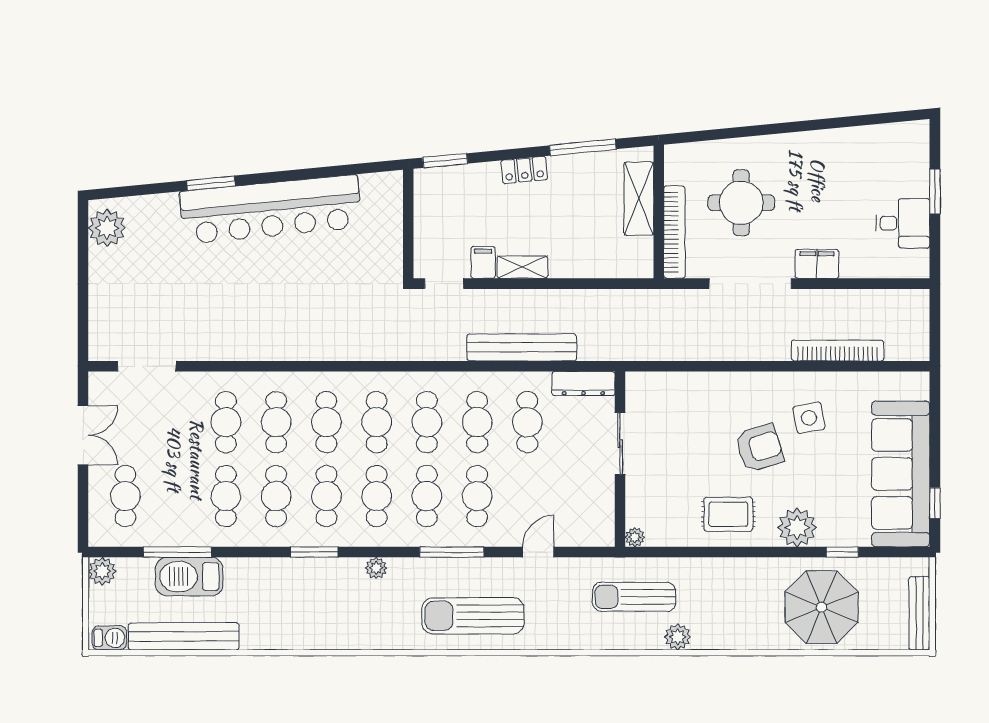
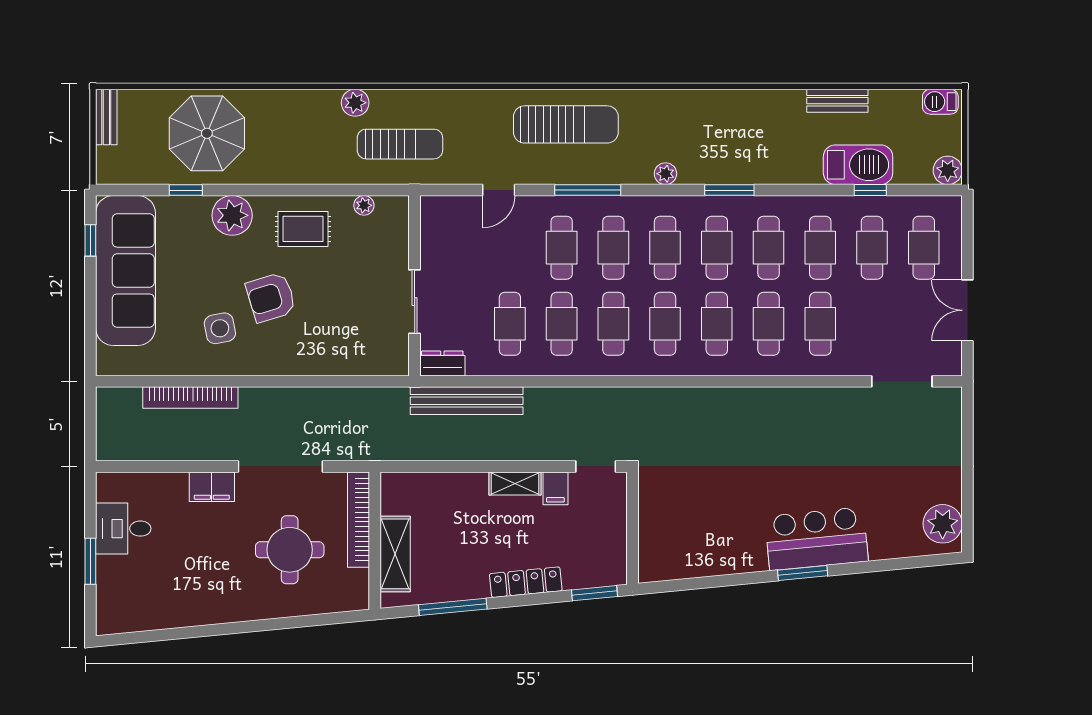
locker: (524, 170) -> (526, 582), width x1.53
window: (211, 183) -> (803, 573), moved
bar counter: (271, 209) -> (816, 539), width x0.54
bench: (522, 347) -> (467, 401), moved
dresser: (583, 384) -> (442, 363), width x0.70
cafe table: (176, 496) -> (872, 248), added
plant: (635, 537) -> (364, 205), moved
window: (177, 552) -> (870, 190), width x0.46
bench: (919, 613) -> (106, 117), width x0.73
bench: (184, 636) -> (837, 101), width x0.54, depth x0.82

